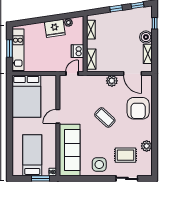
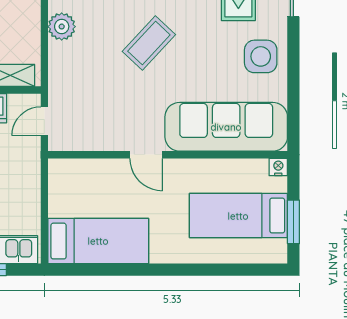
door: (72, 73) -> (44, 121), hinge flipped
bed: (26, 96) -> (98, 241), width x0.67
window: (40, 178) -> (293, 222), moved

